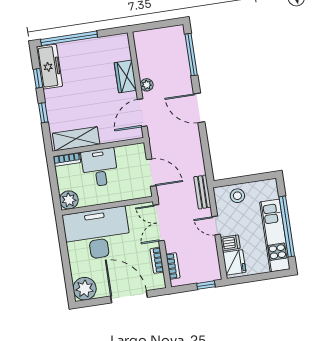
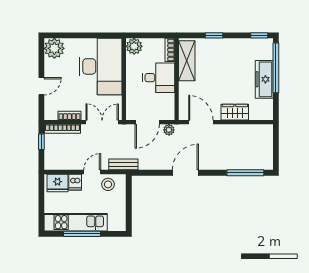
freezer: (49, 67) -> (264, 79), moved, turned 90
window: (38, 78) -> (259, 35), moved
plant: (147, 85) -> (169, 130), moved
door: (199, 108) -> (185, 173), moved
stool: (237, 196) -> (108, 184), moved
window: (287, 226) -> (82, 234), width x0.68
bookcase: (173, 266) -> (62, 129), width x1.56
window: (206, 285) -> (41, 142), moved
door: (129, 297) -> (41, 86), width x0.53

